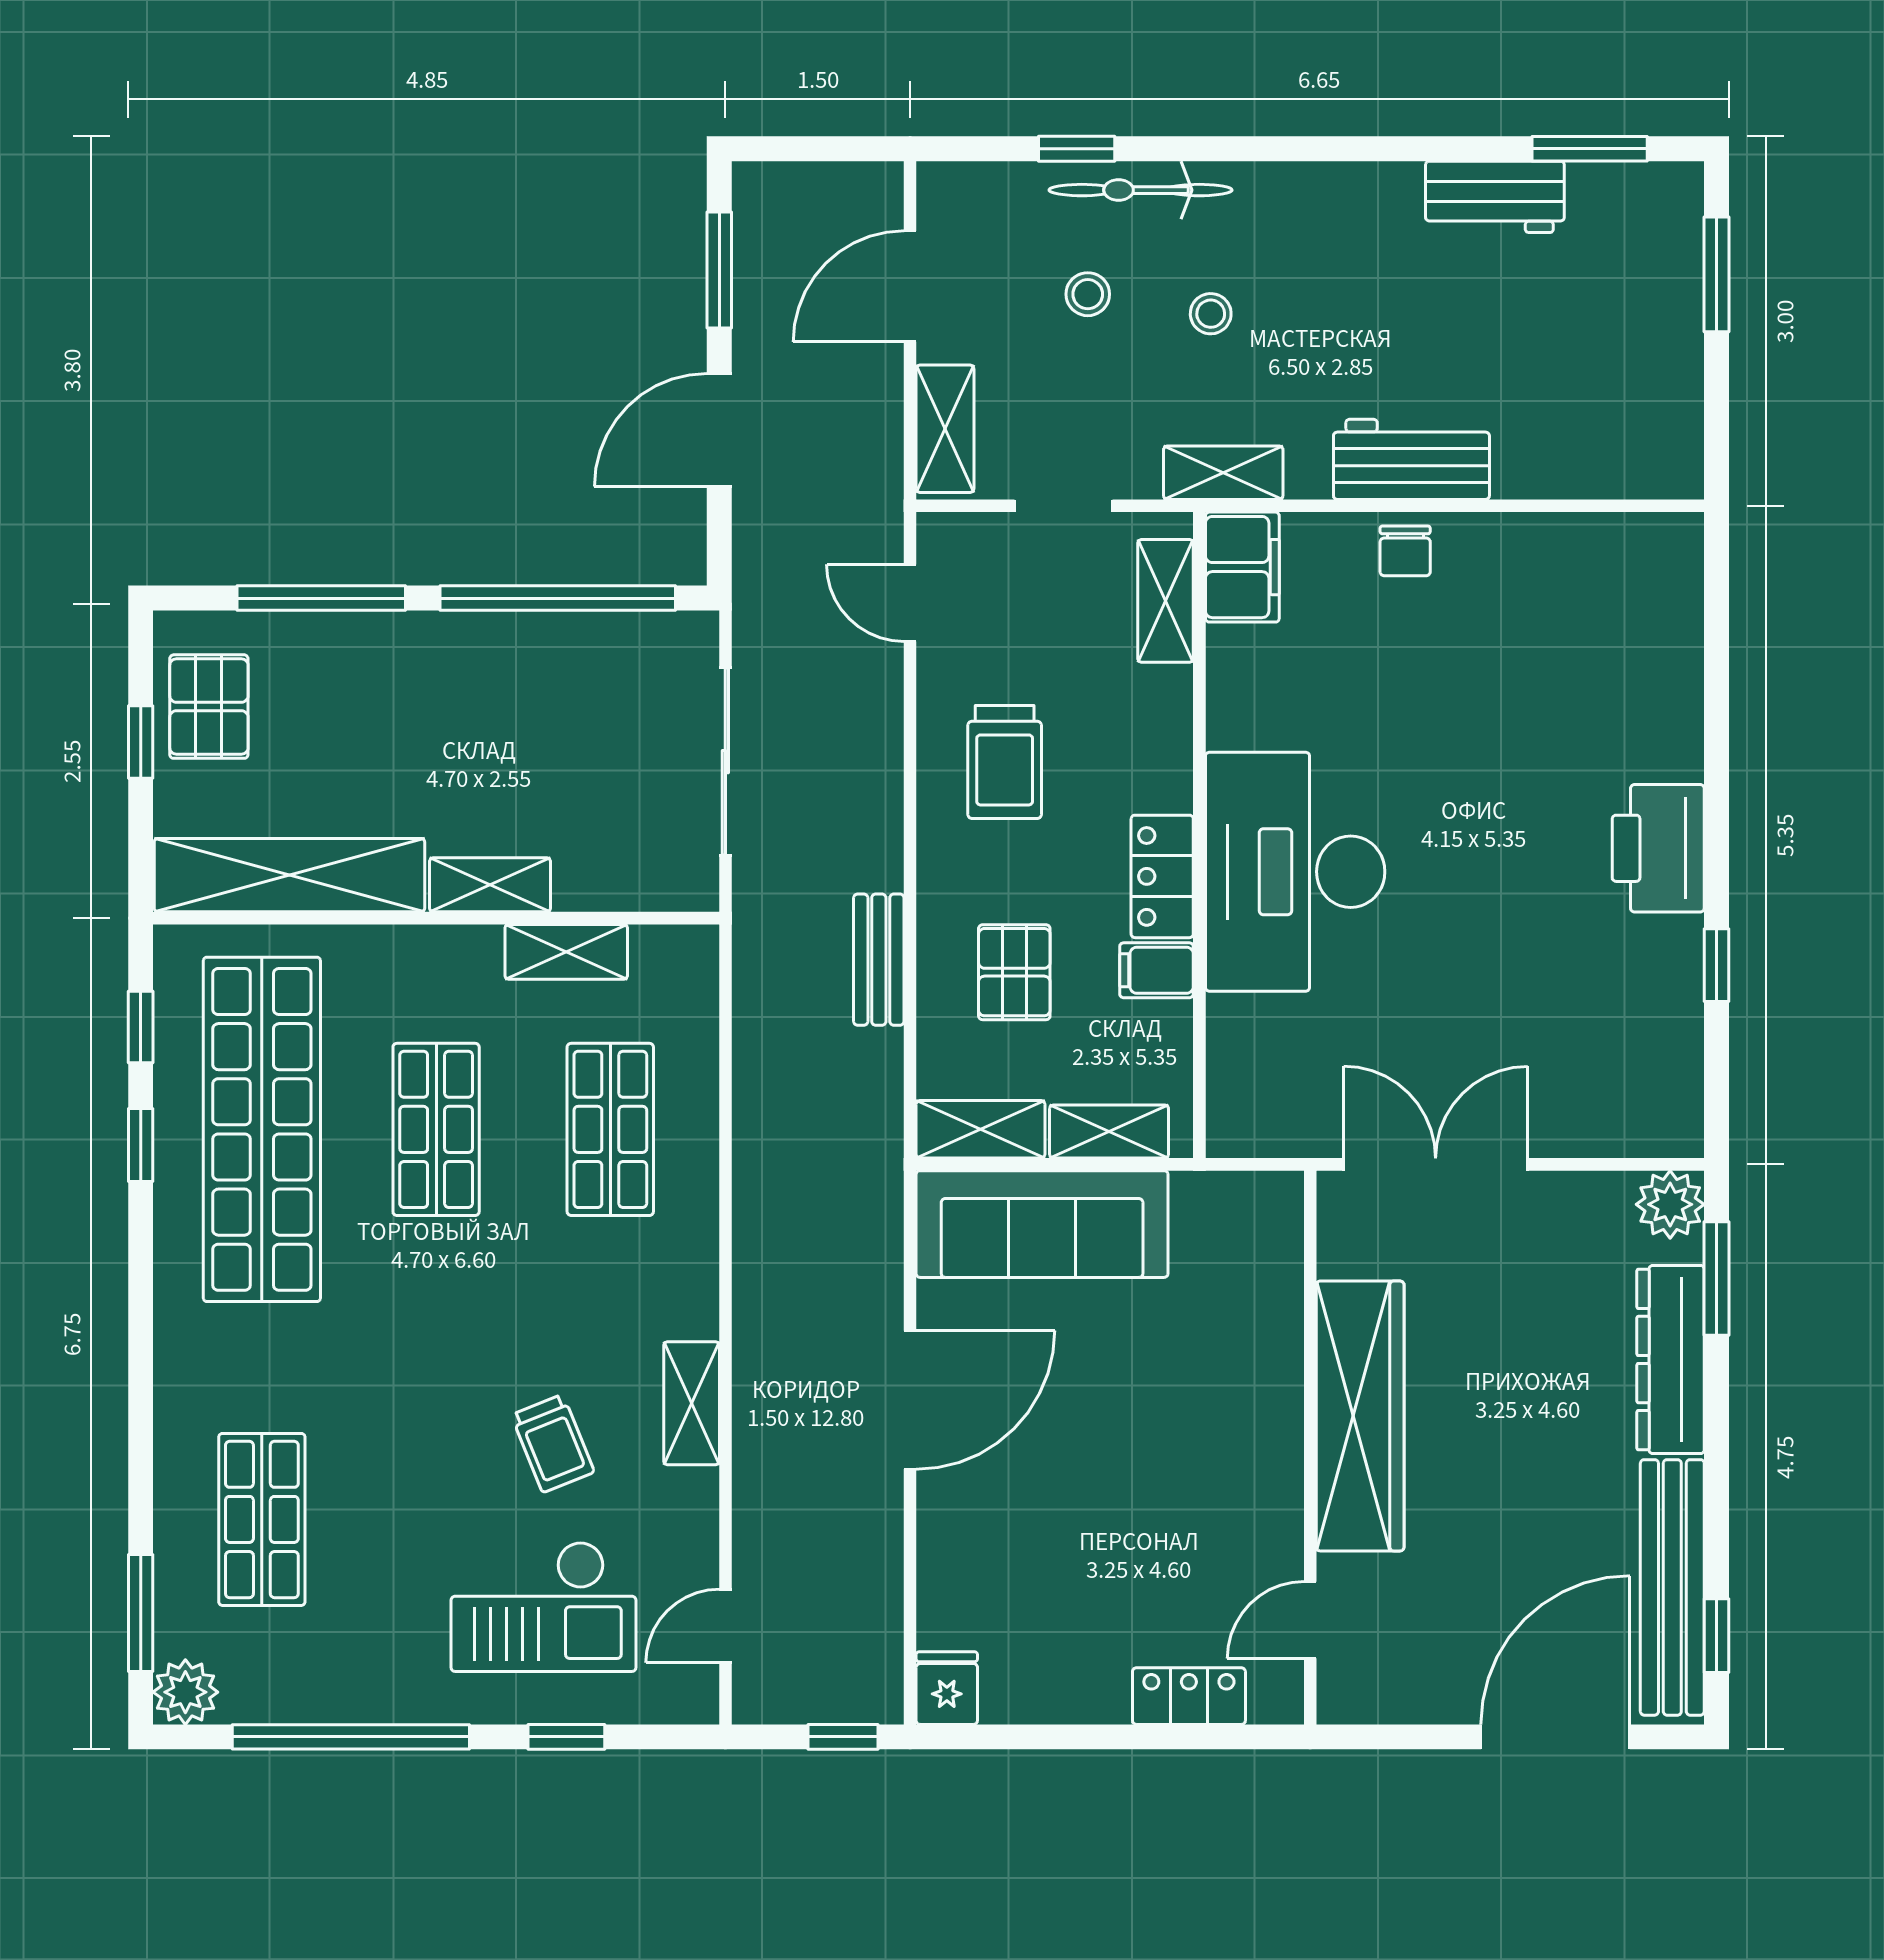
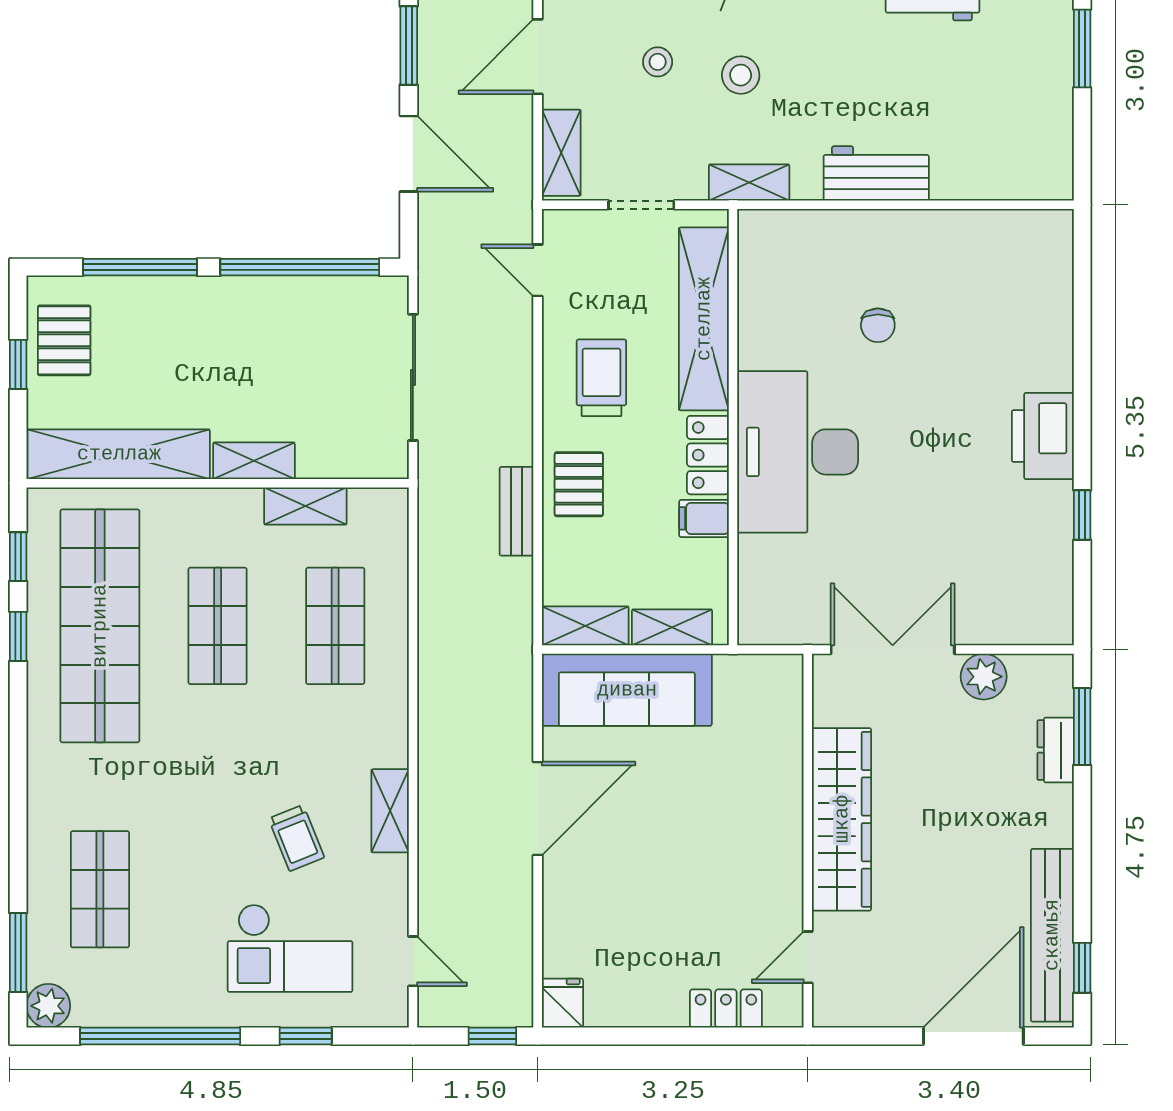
stool: (1211, 314) -> (741, 75), width x1.37, depth x1.37
door: (719, 430) -> (409, 154), swing flipped
chair: (1405, 551) -> (878, 325), moved
filing cabinet: (1242, 567) -> (762, 246), removed
shelving: (1166, 601) -> (704, 319), width x2.20, depth x1.33
trolley: (1005, 762) -> (601, 378), turned 180
pallet: (1014, 972) -> (579, 484), moved
plant: (1670, 1204) -> (984, 677), moved
dresser: (1671, 1360) -> (1056, 750), width x0.51, depth x0.80
door: (725, 1626) -> (413, 961), swing flipped

